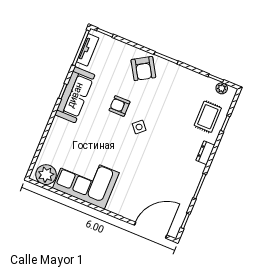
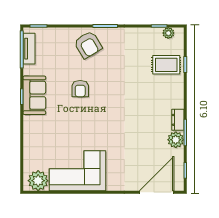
sofa: (75, 95) -> (34, 95), width x0.73
armchair: (120, 106) -> (80, 89), turned -90
rug: (208, 117) -> (166, 65), turned 90
side table: (139, 127) -> (106, 101), removed
dresser: (205, 153) -> (178, 120), moved
plant: (188, 189) -> (176, 140), added

